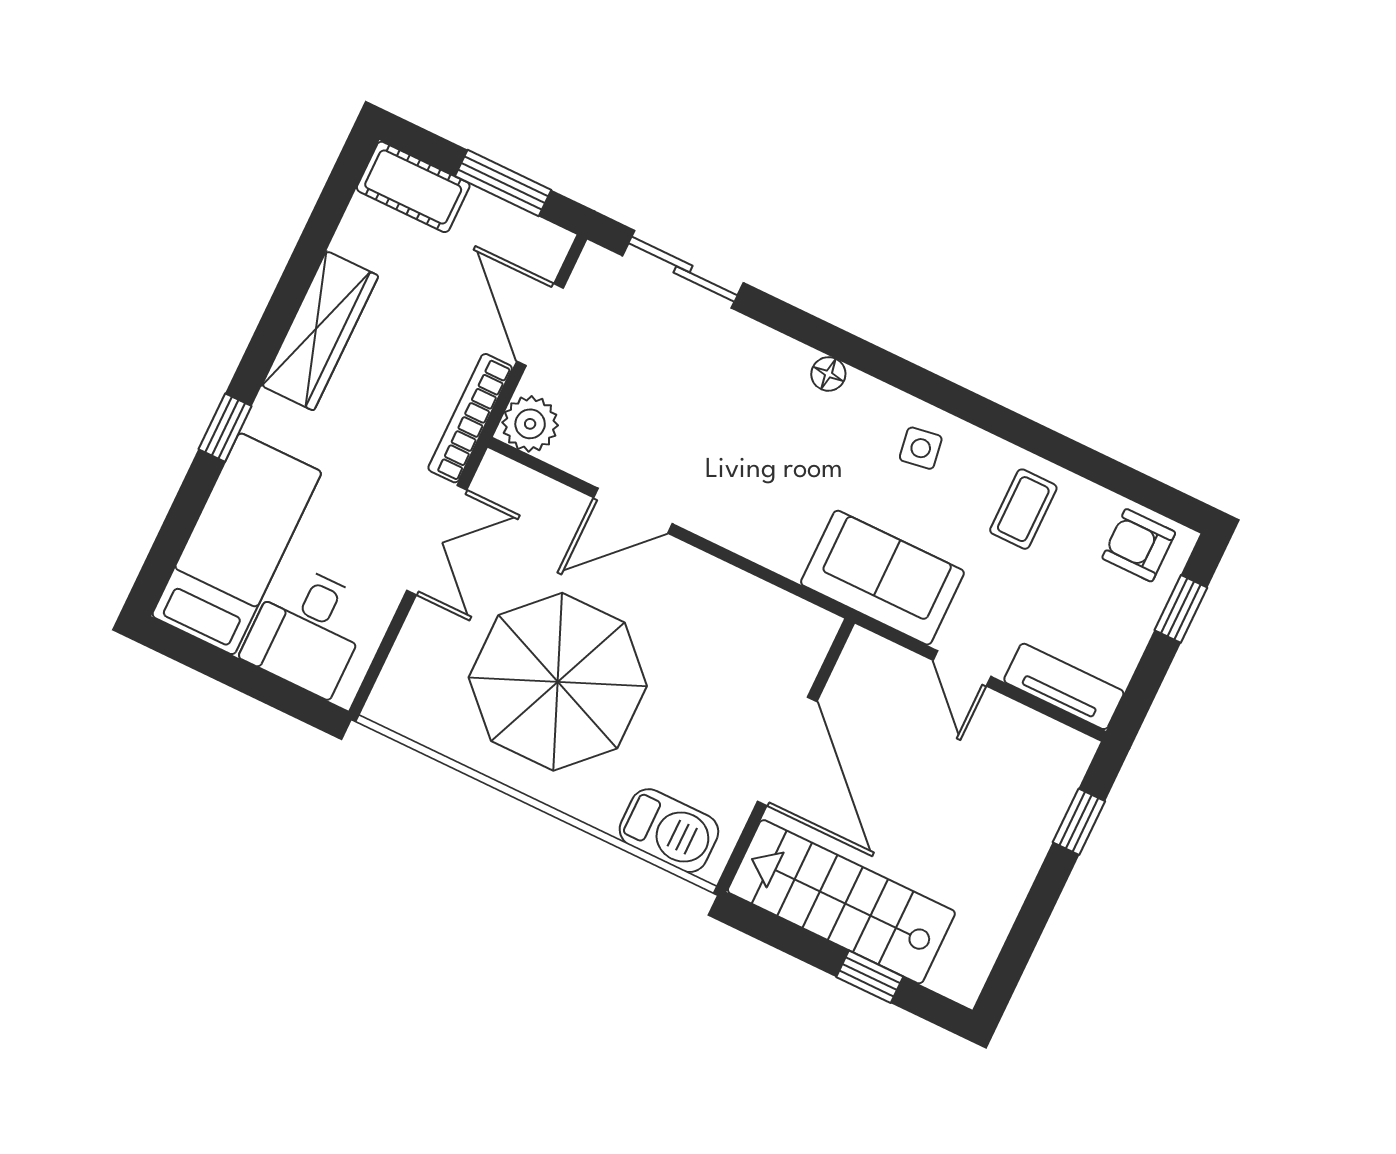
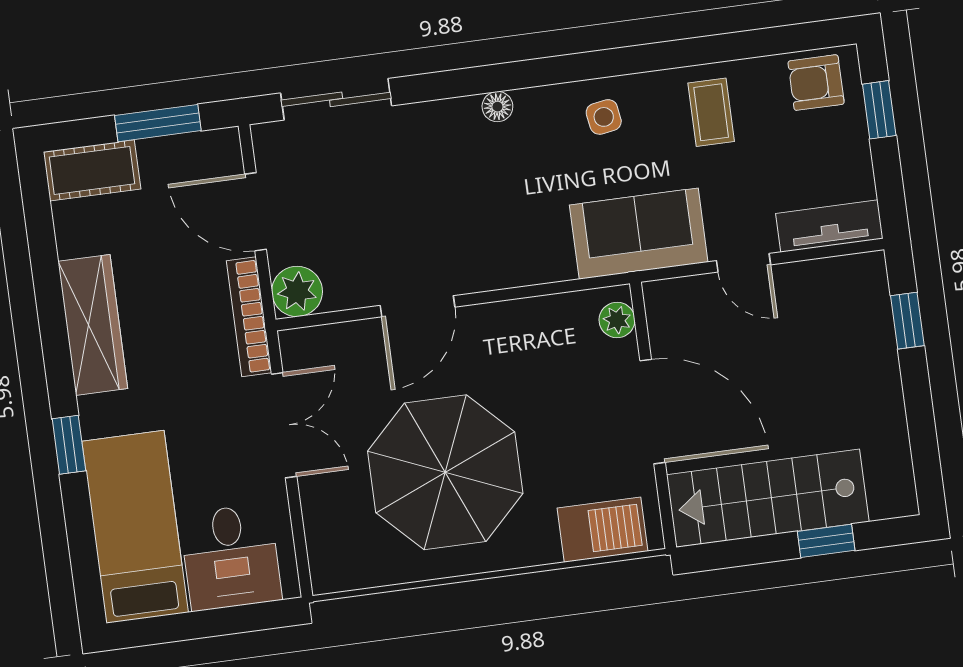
plant: (810, 645) -> (617, 320), added

